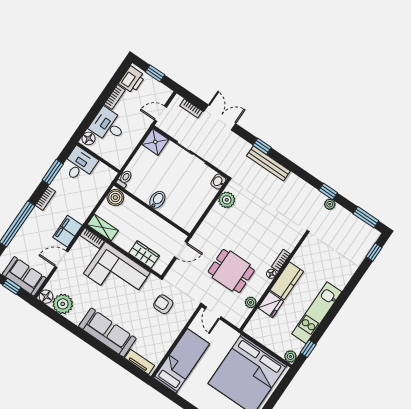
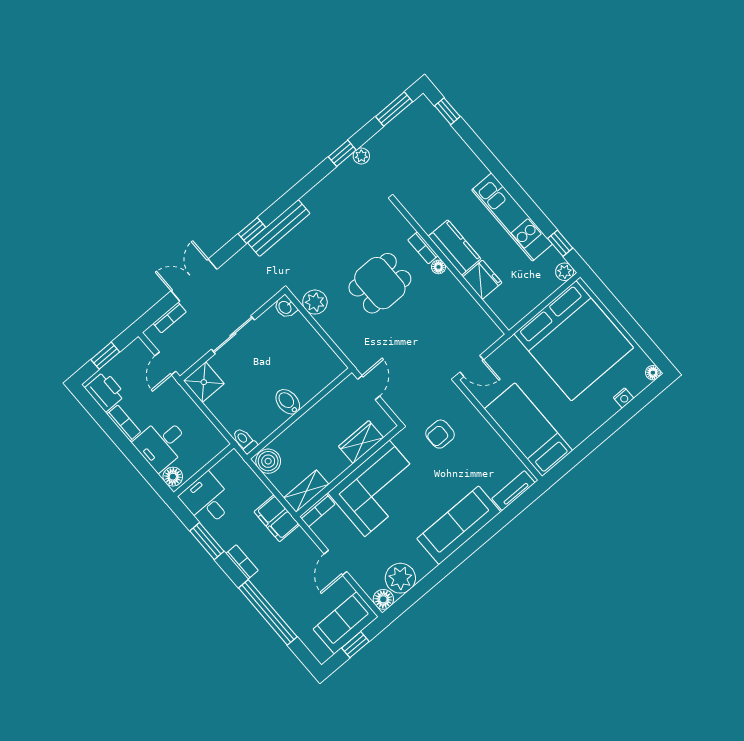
filing cabinet: (68, 231) -> (277, 518), moved
dining table: (231, 271) -> (380, 283), moved
plant: (251, 302) -> (471, 308), removed

